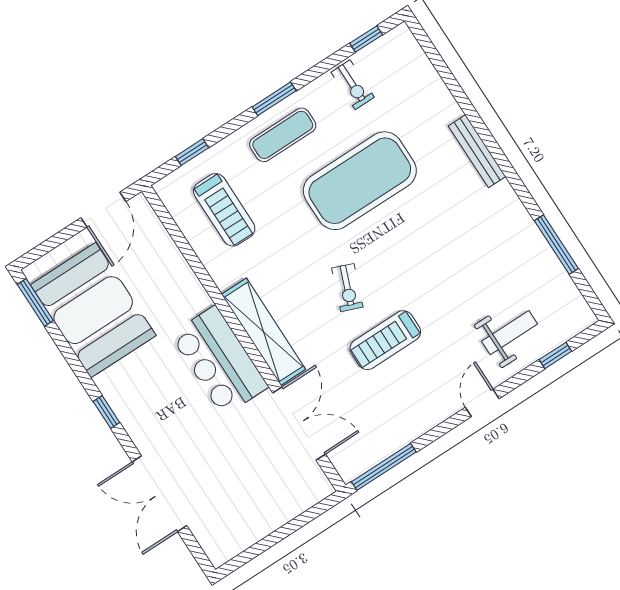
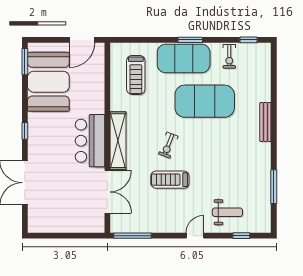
exercise mat: (283, 135) -> (184, 58), width x2.00, depth x1.45
window: (192, 152) -> (138, 40), removed

